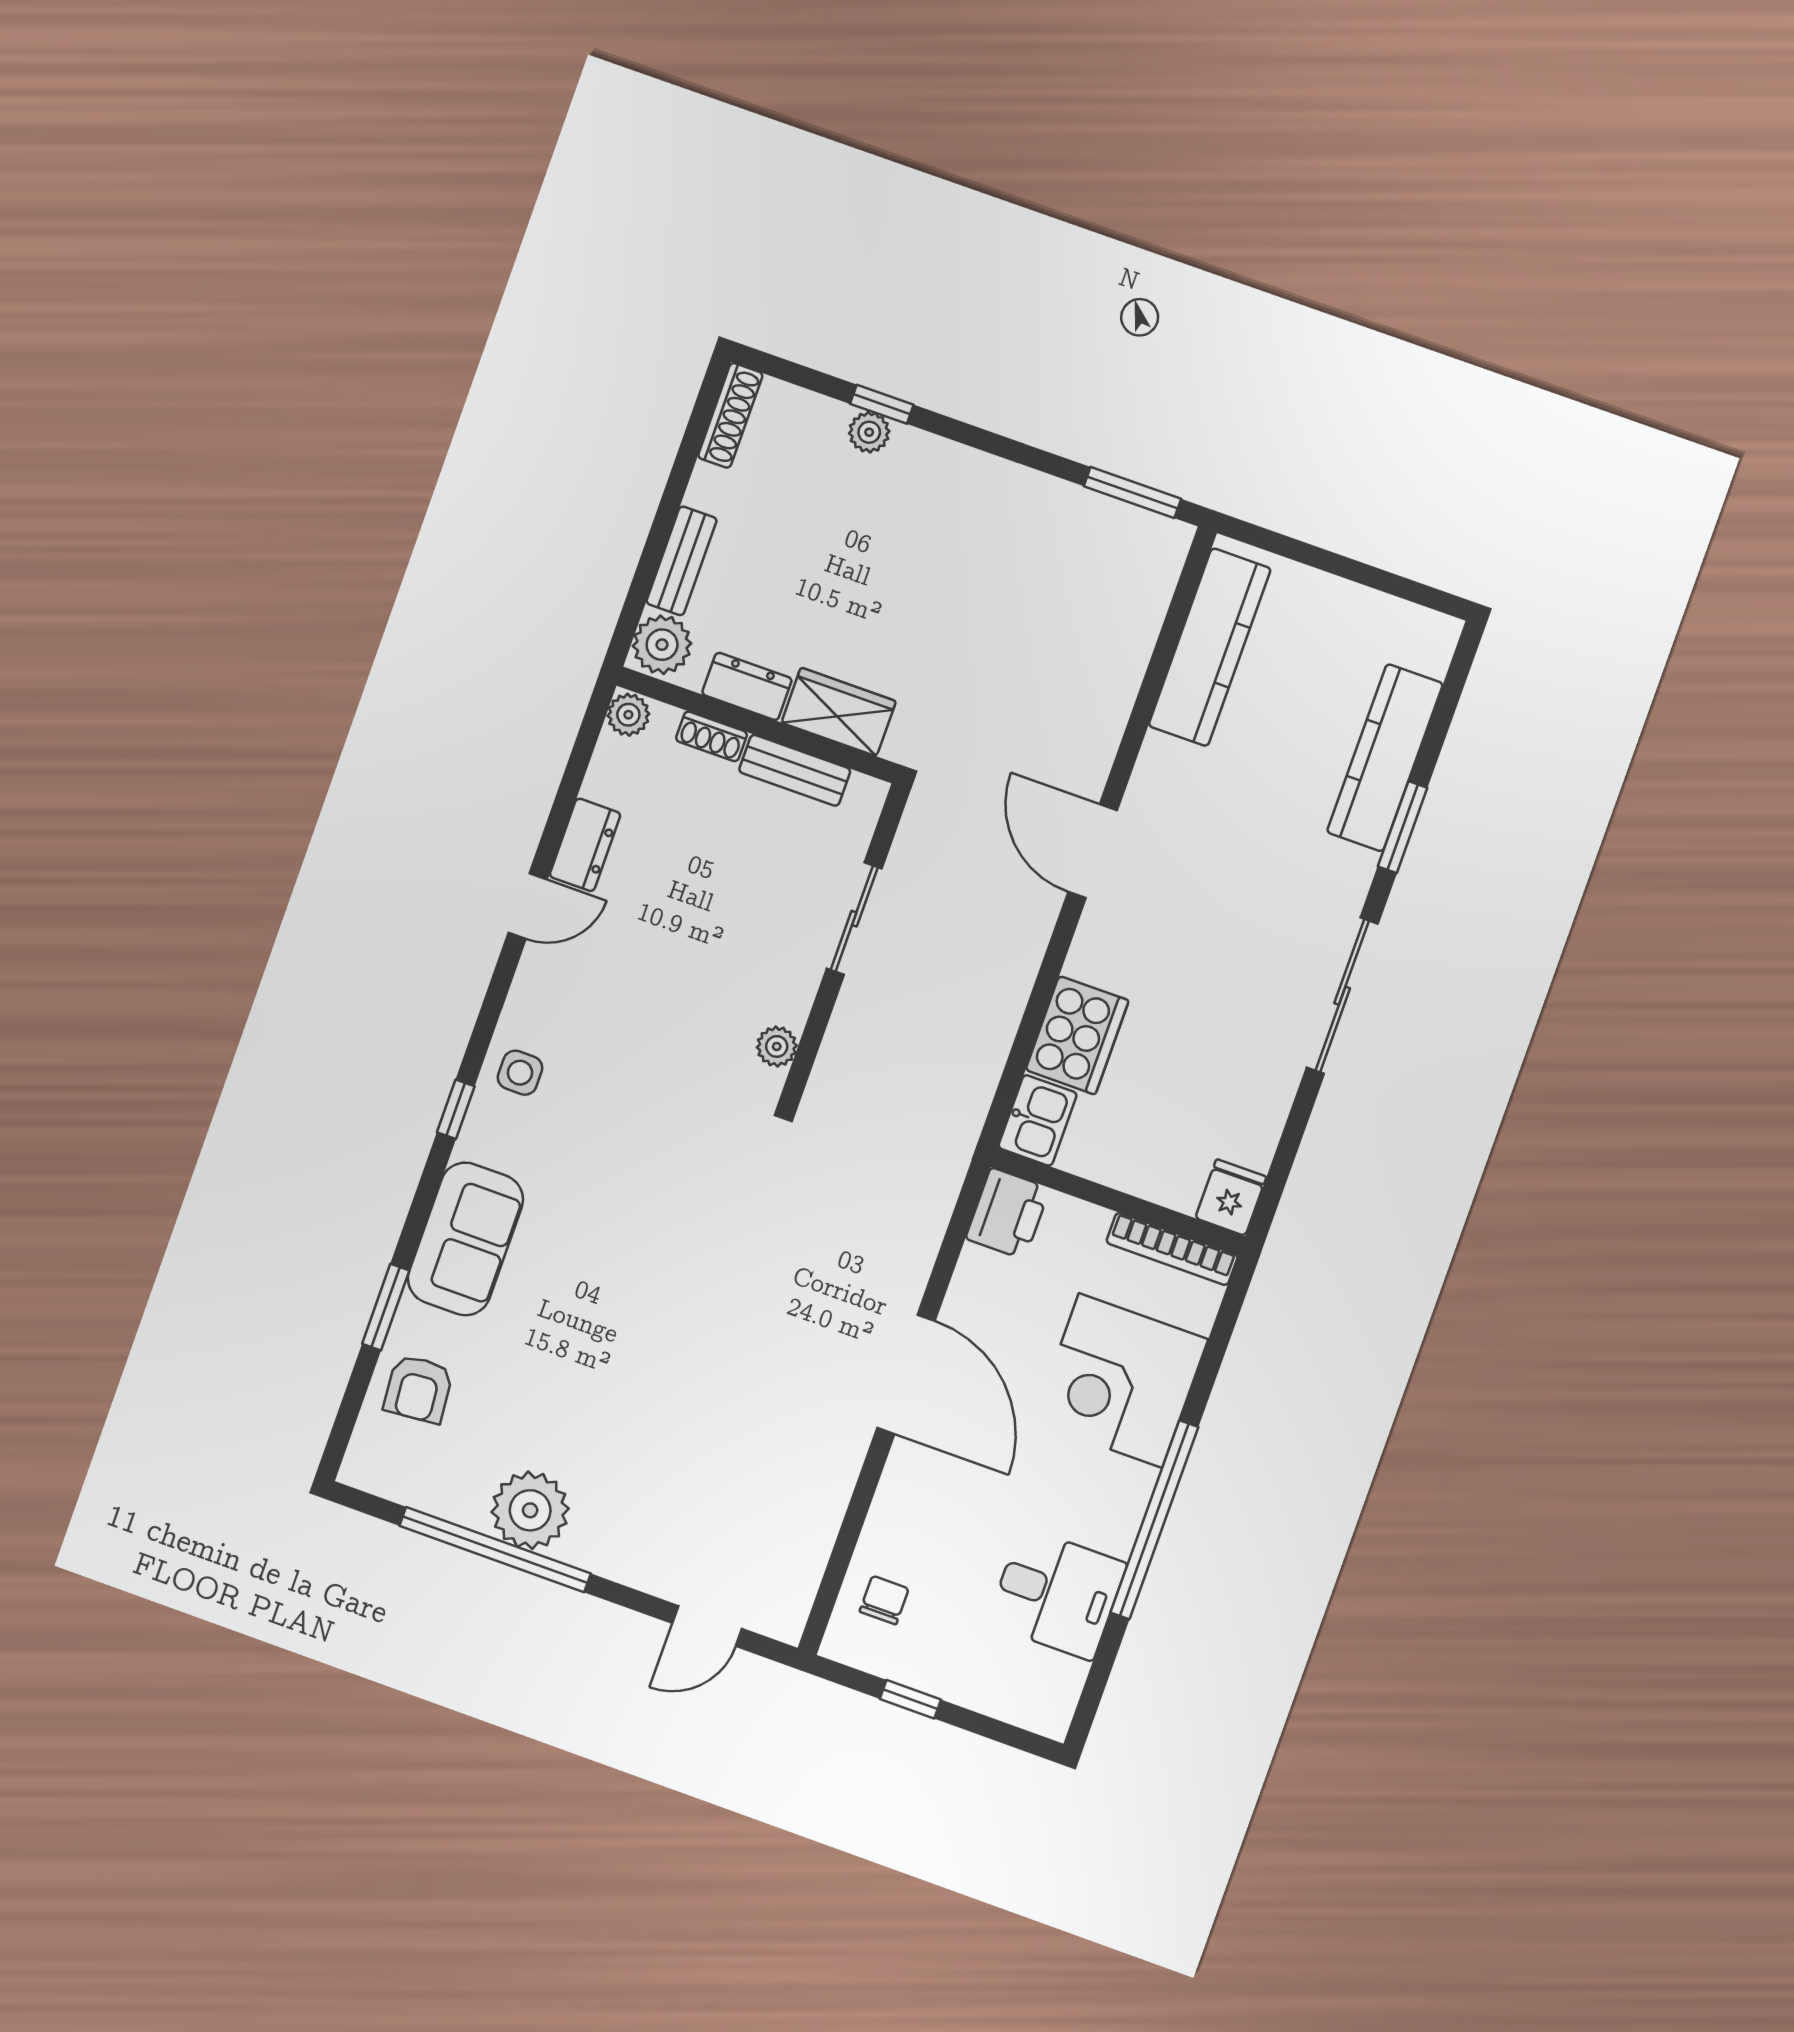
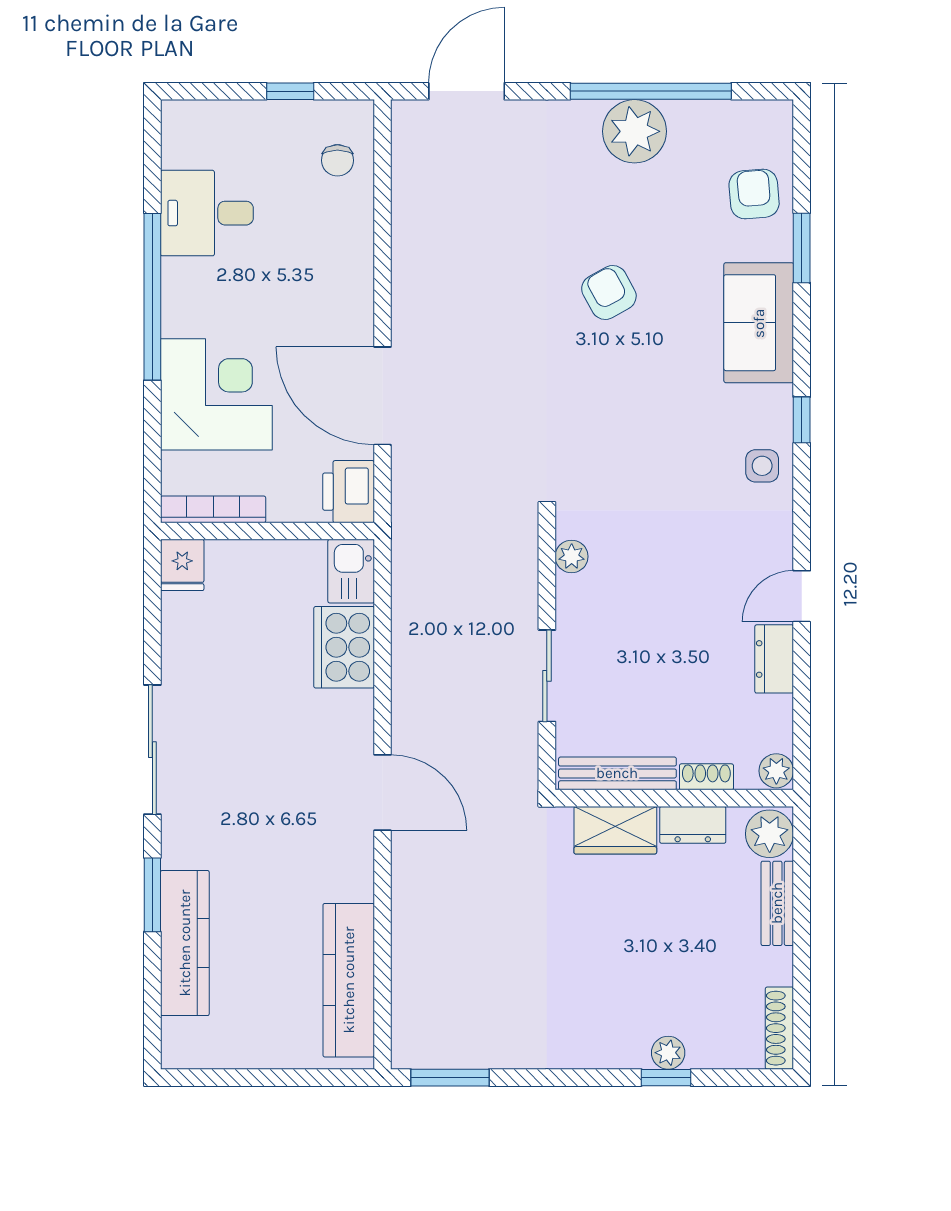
bench: (795, 770) -> (617, 773), width x1.36
armchair: (625, 1335) -> (609, 293), added
door: (906, 1374) -> (383, 396), moved
door: (707, 1626) -> (467, 91), width x1.38

